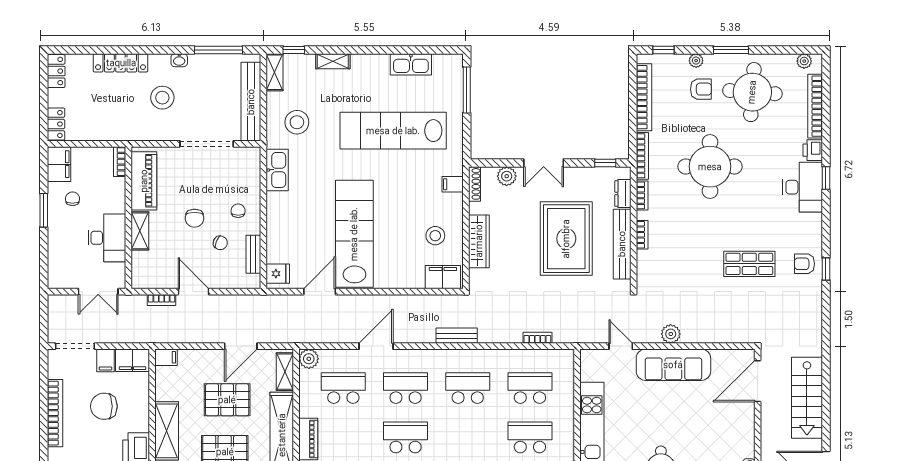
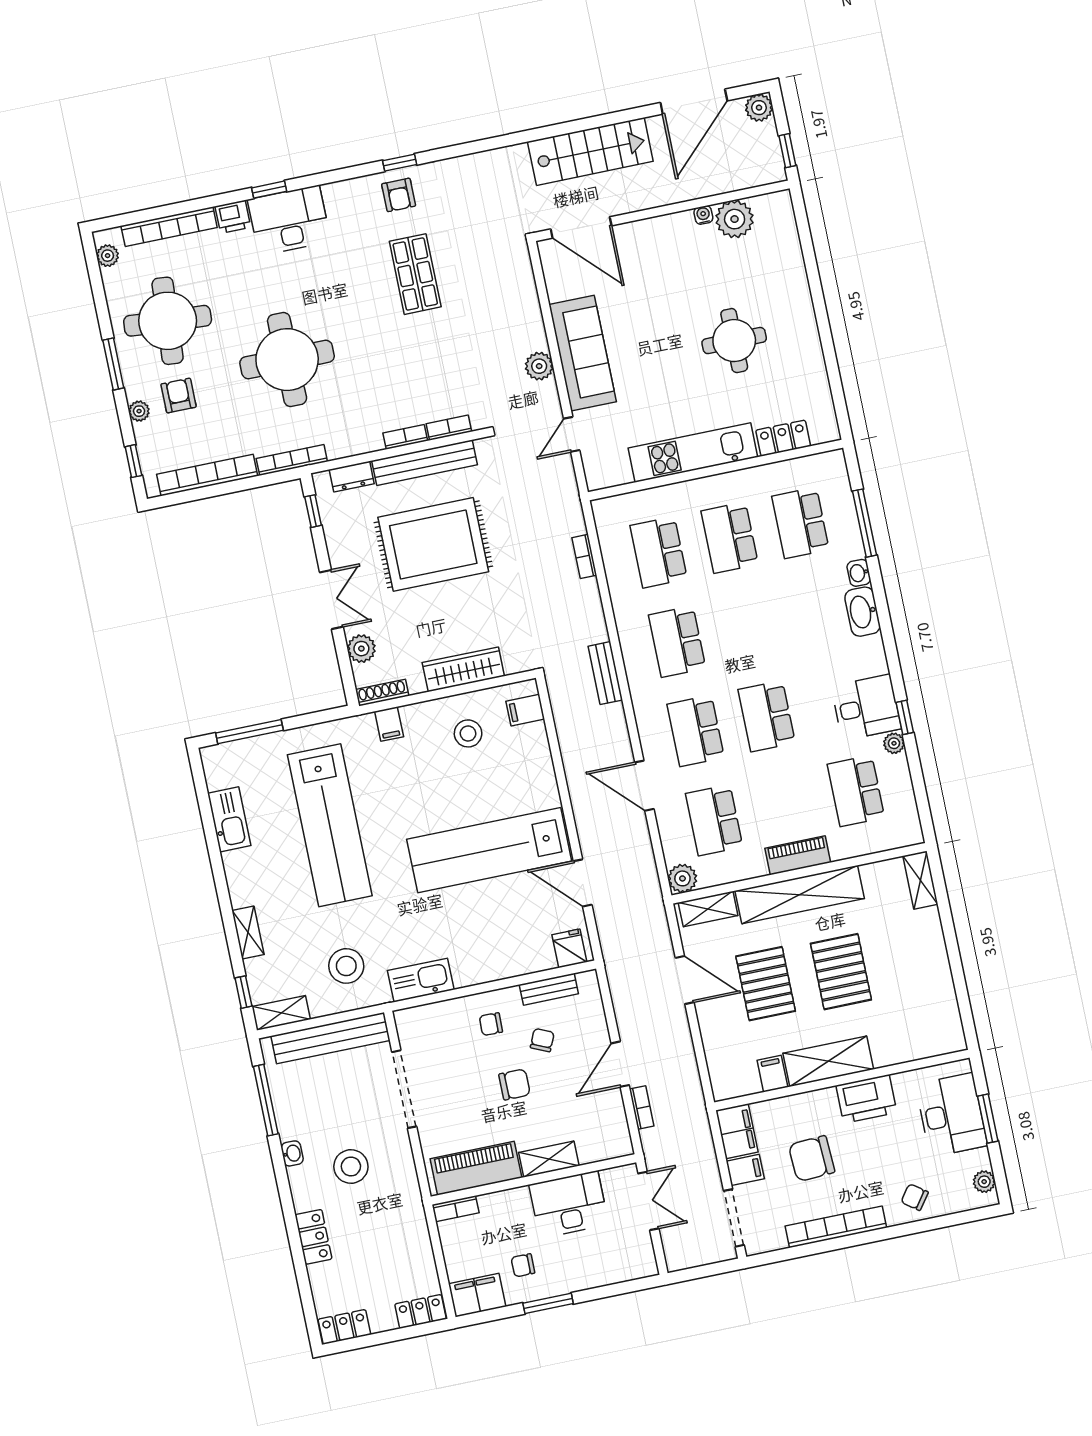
locker: (121, 63) -> (313, 1237), width x0.66
bookcase: (642, 195) -> (449, 428), moved
filing cabinet: (443, 277) -> (525, 710), width x0.50
filing cabinet: (166, 357) -> (772, 1074), moved
chair: (104, 406) -> (812, 1159), turned 87

